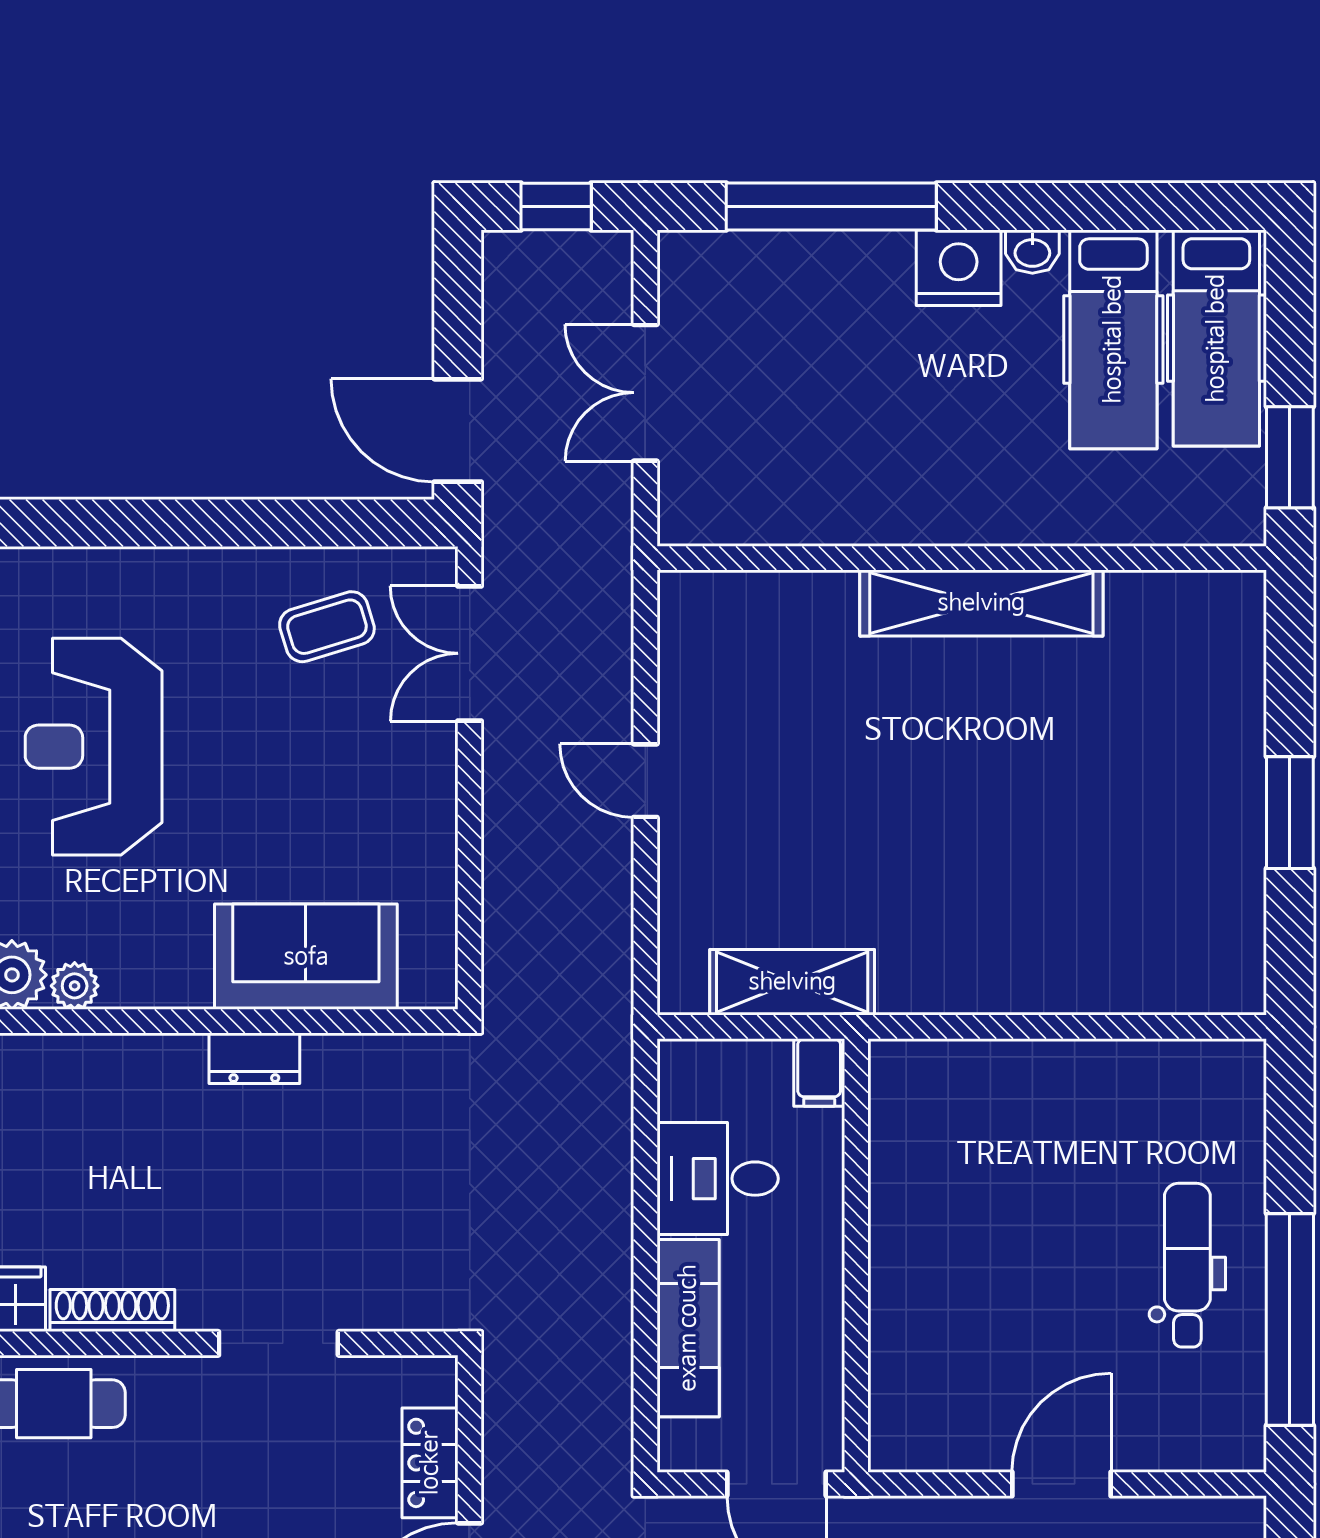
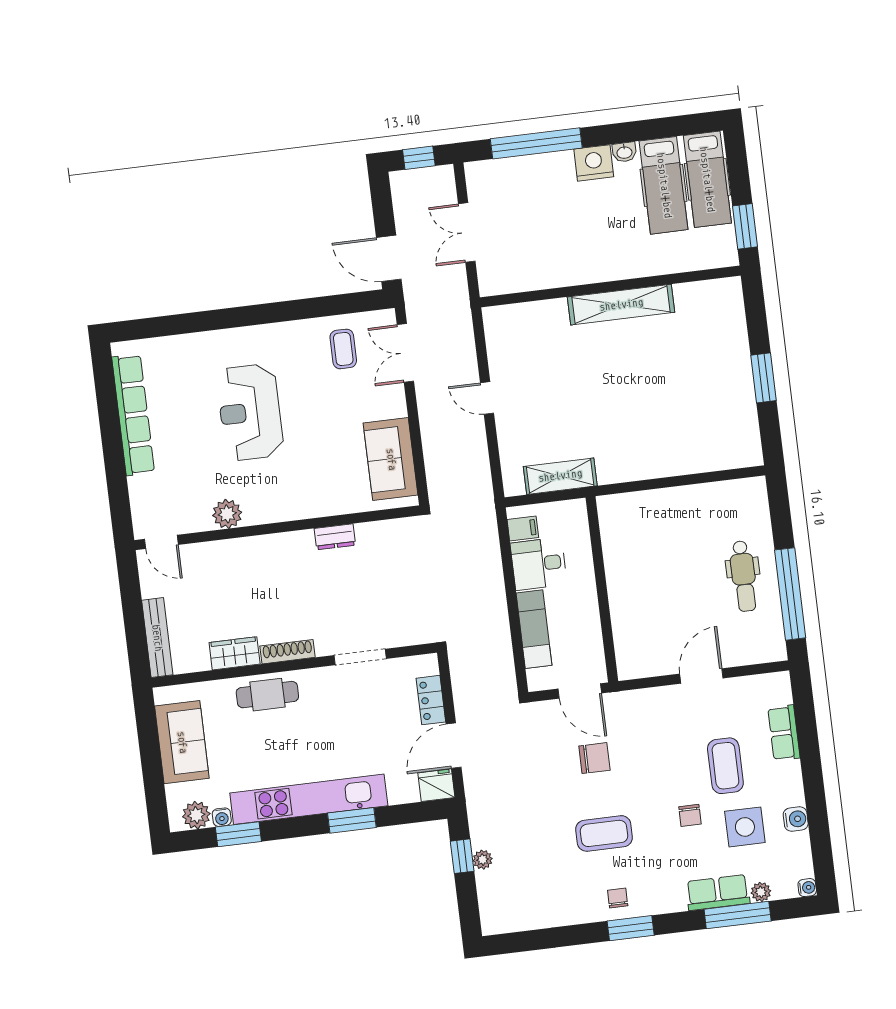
coffee table: (327, 627) -> (343, 349), turned -73
sofa: (306, 957) -> (391, 459), moved, turned -90
plant: (75, 986) -> (254, 515), removed
filing cabinet: (819, 1072) -> (523, 528), moved, turned -90
dental chair: (1187, 1265) -> (744, 576), turned 180

